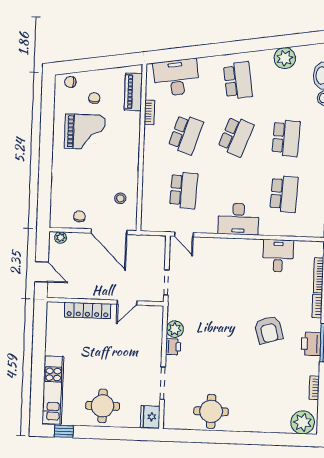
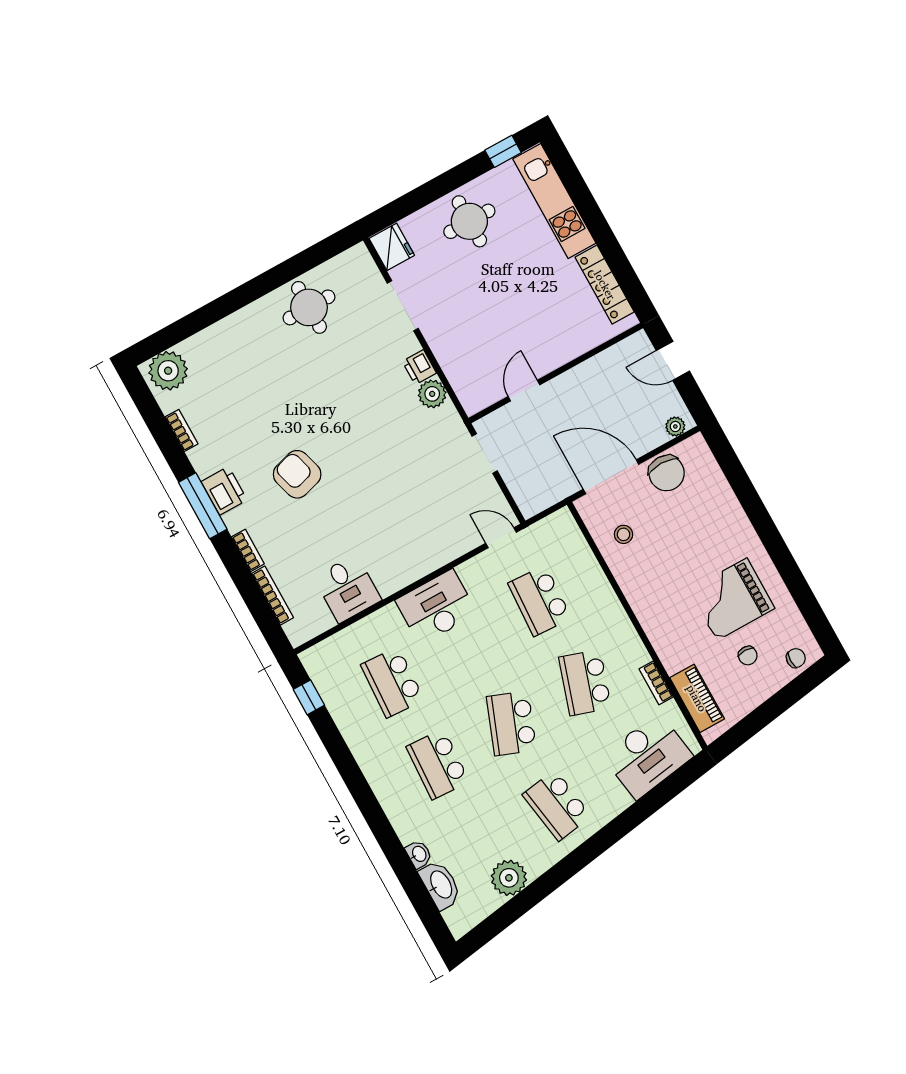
chair: (79, 216) -> (667, 473), width x1.87, depth x1.87
locker: (88, 310) -> (605, 285), moved, turned -90

